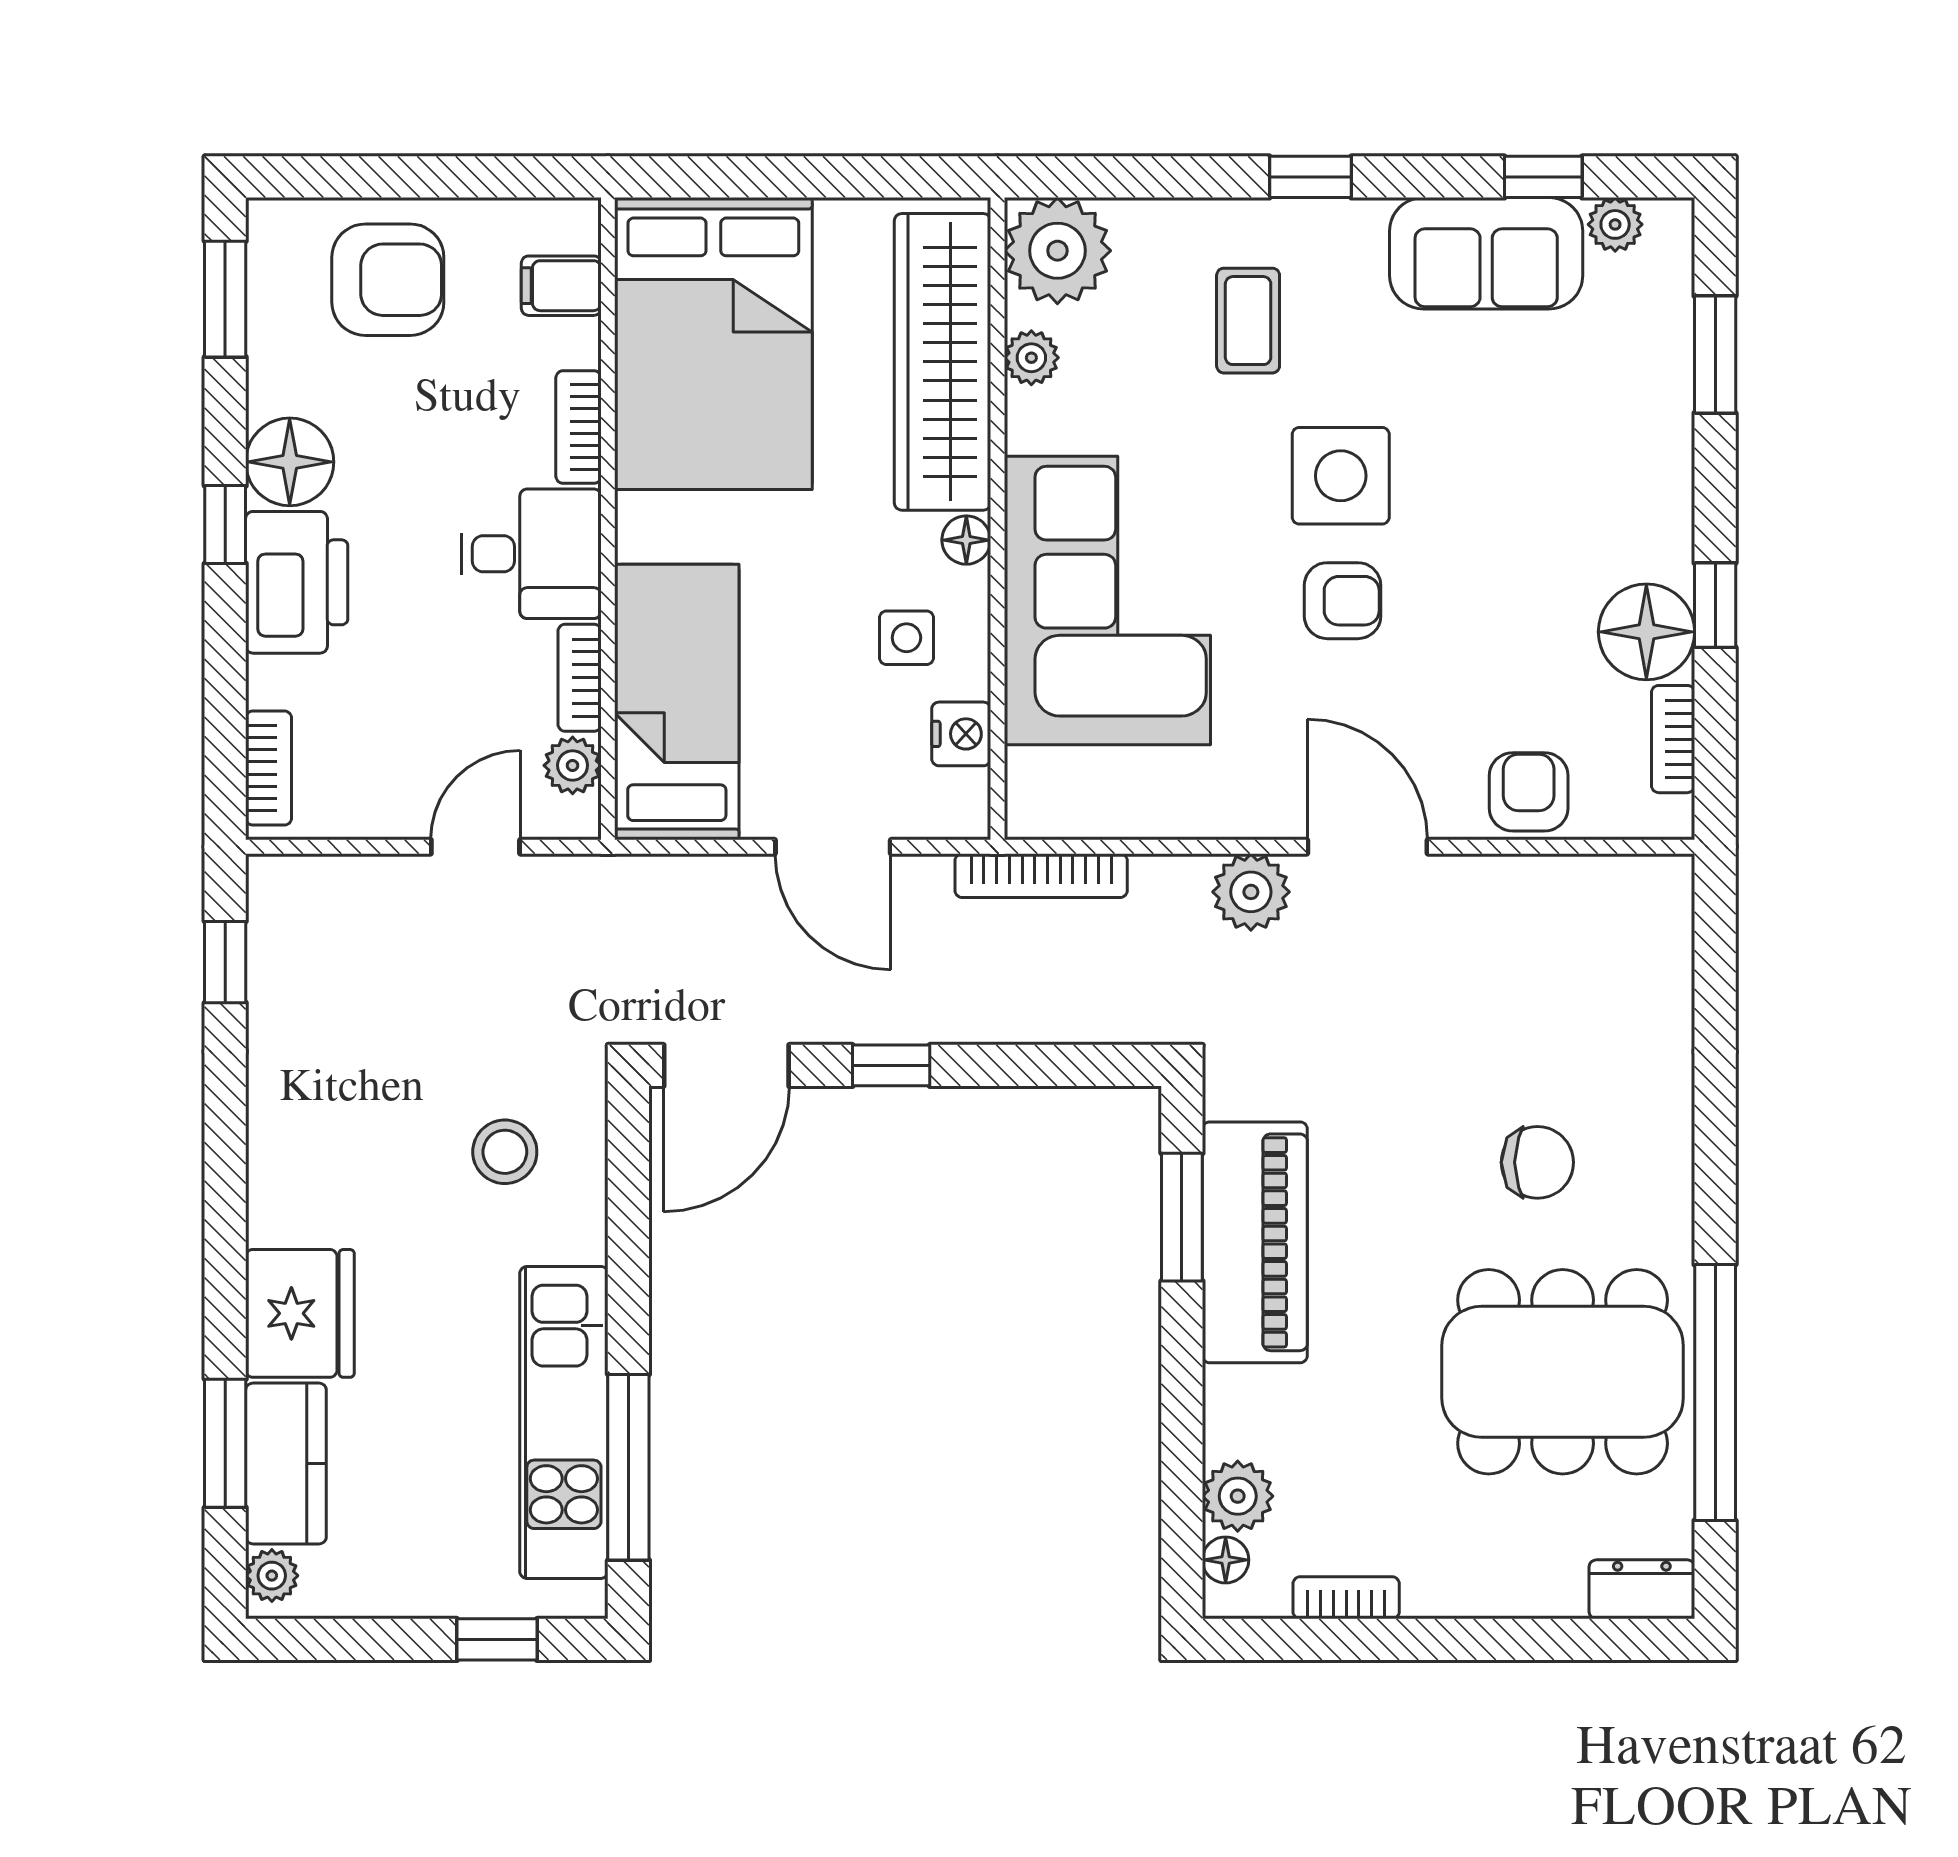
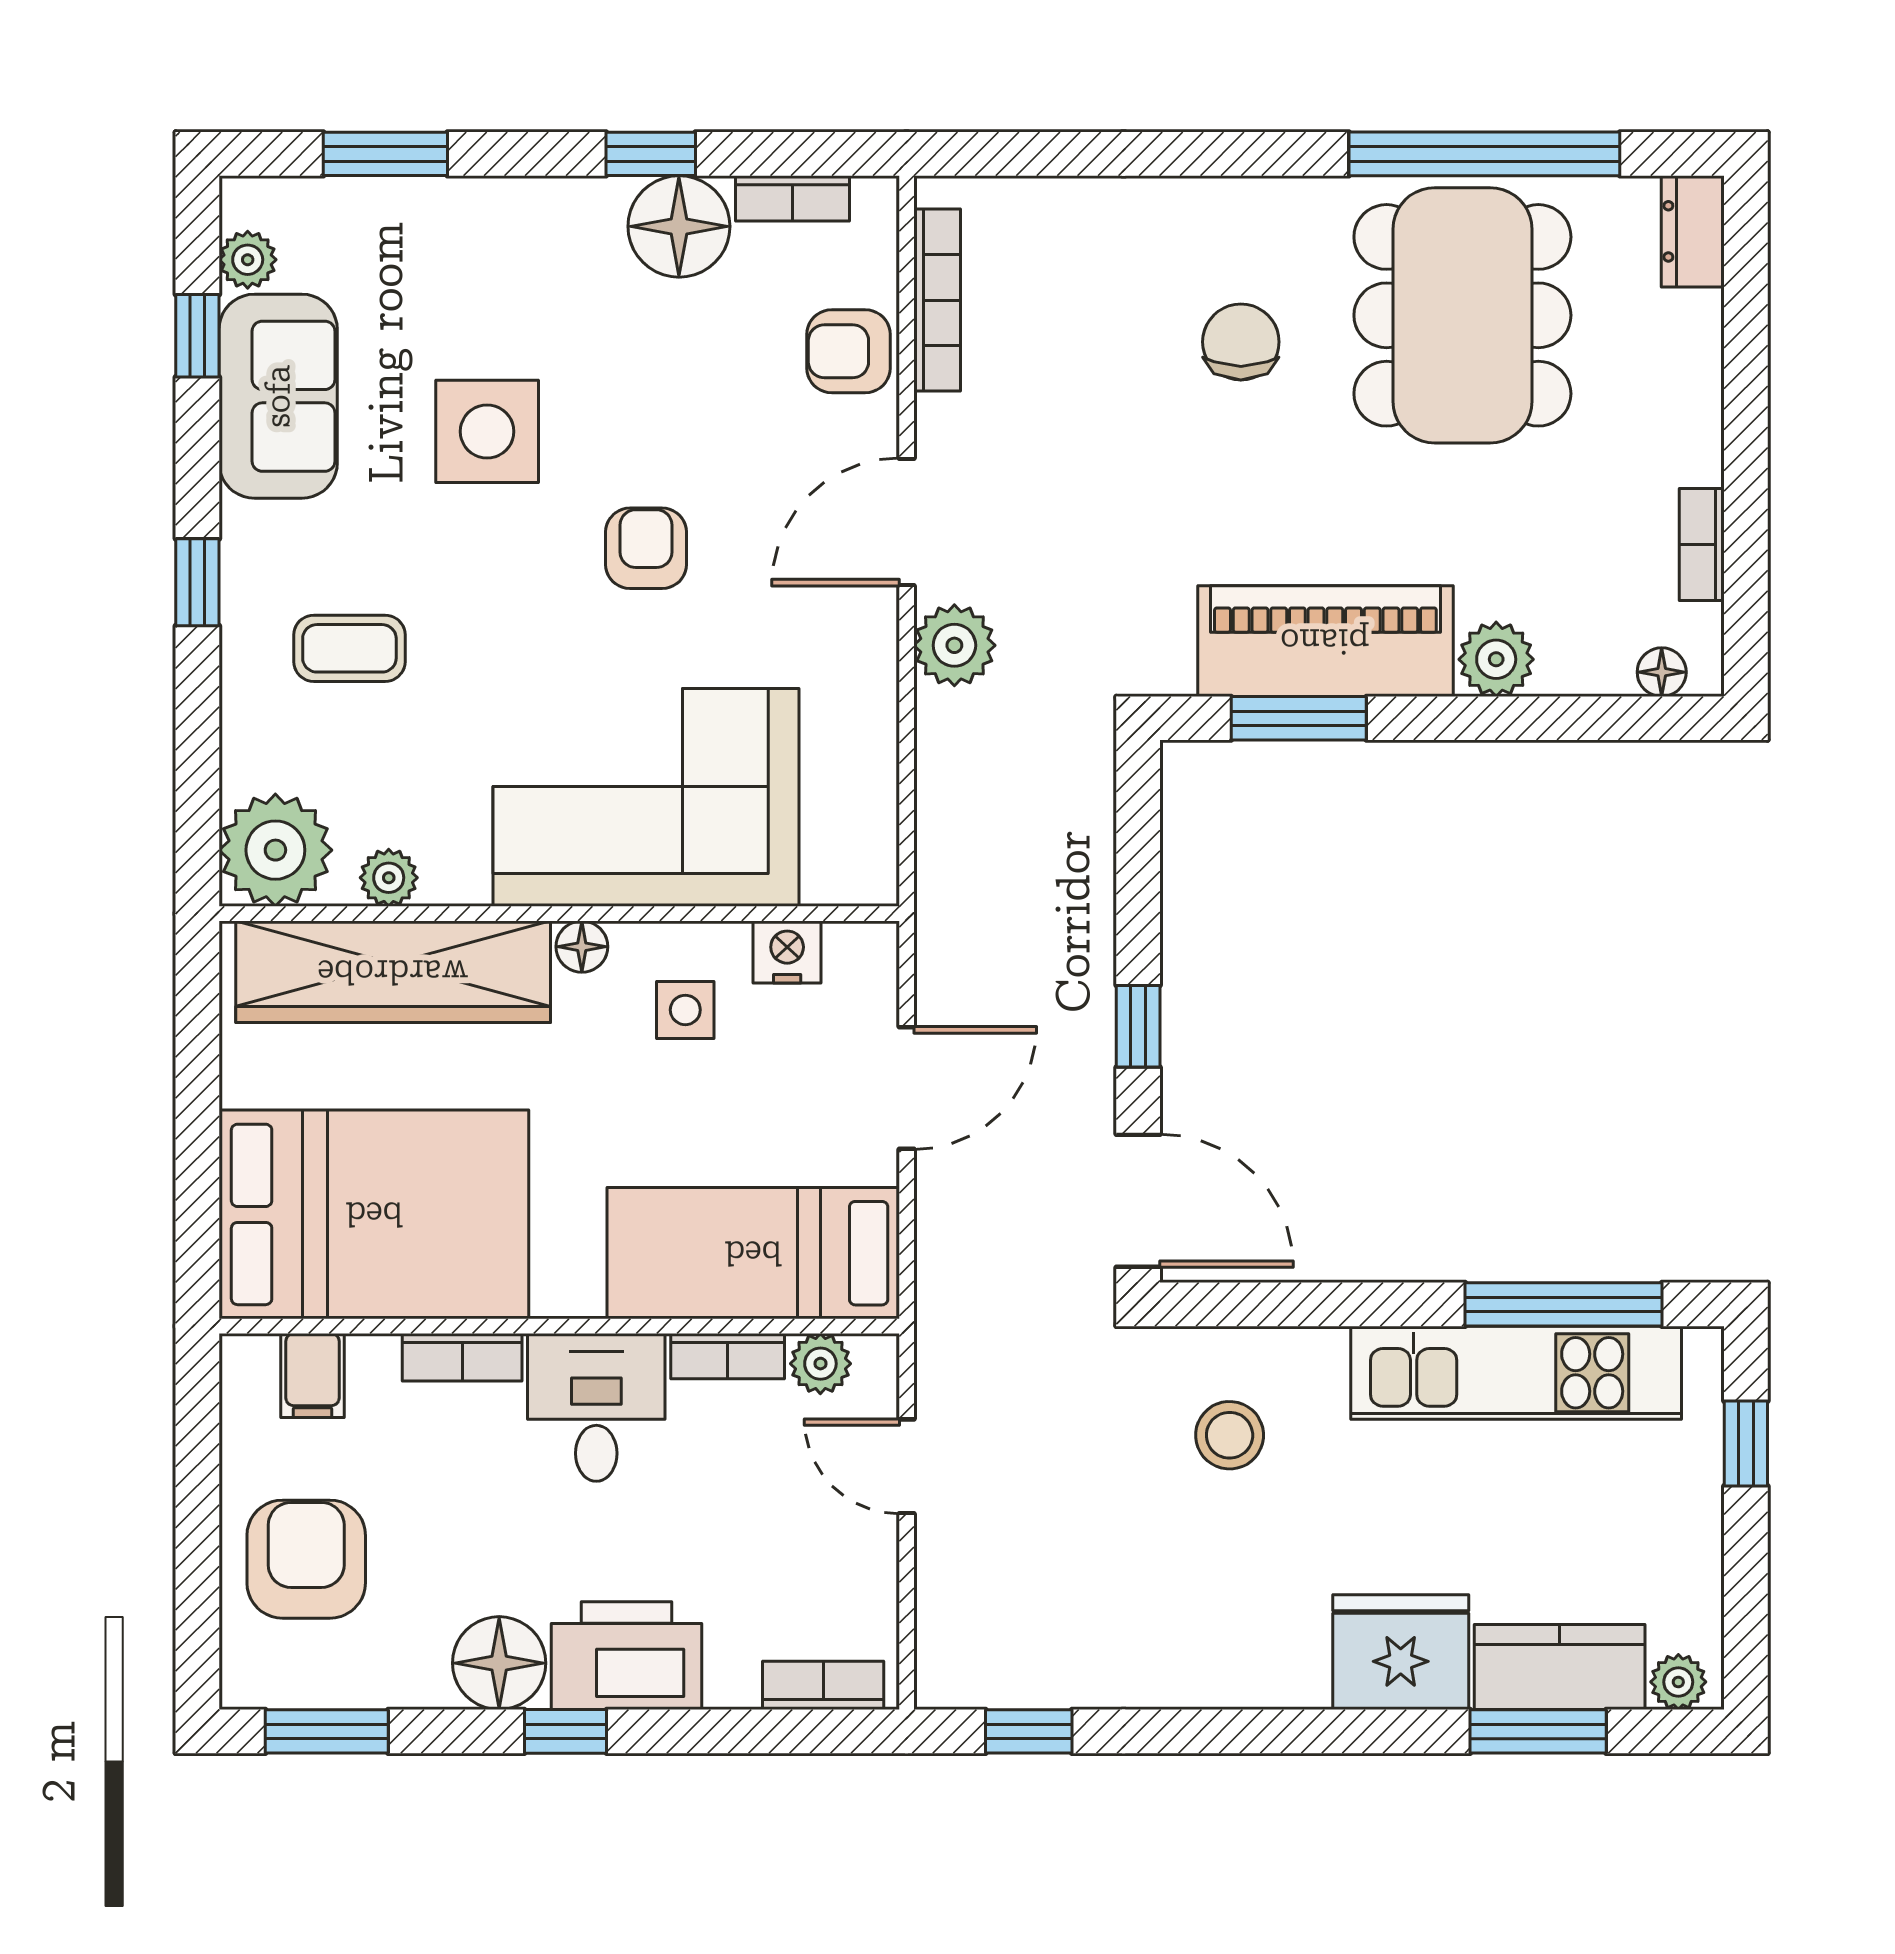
side table: (1341, 476) -> (487, 431), moved
bookcase: (1041, 876) -> (937, 300), moved
plant: (1238, 1496) -> (1496, 659), moved

